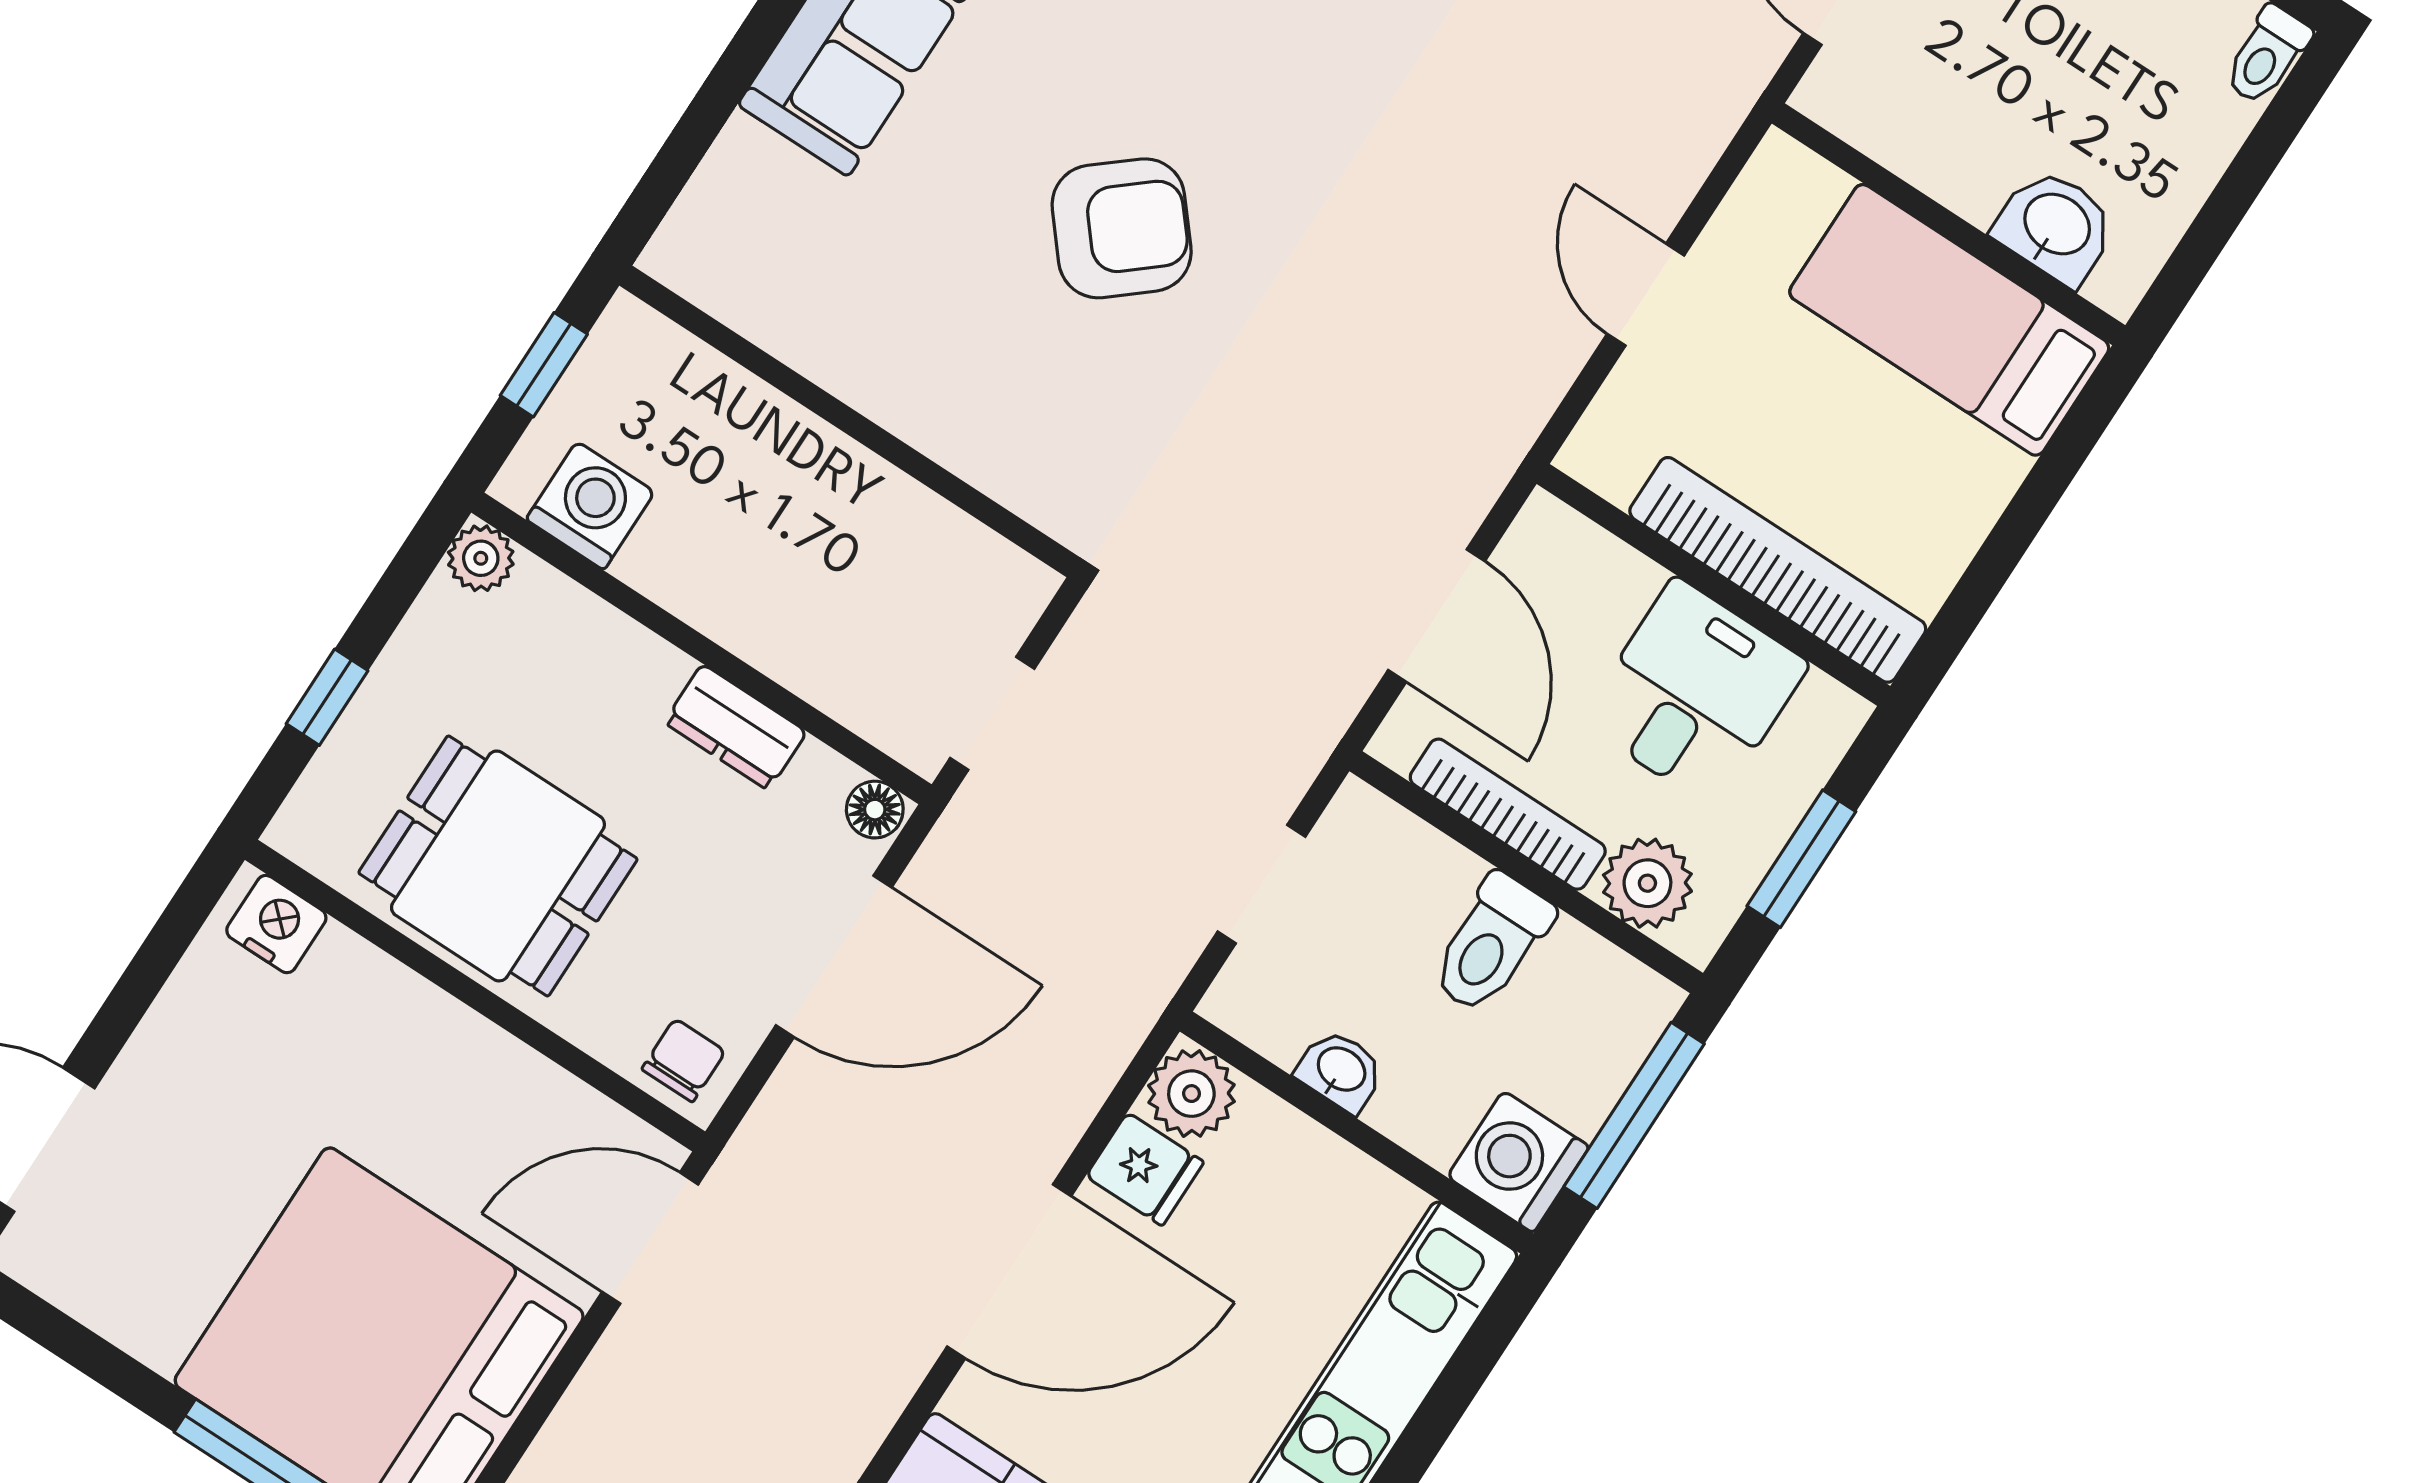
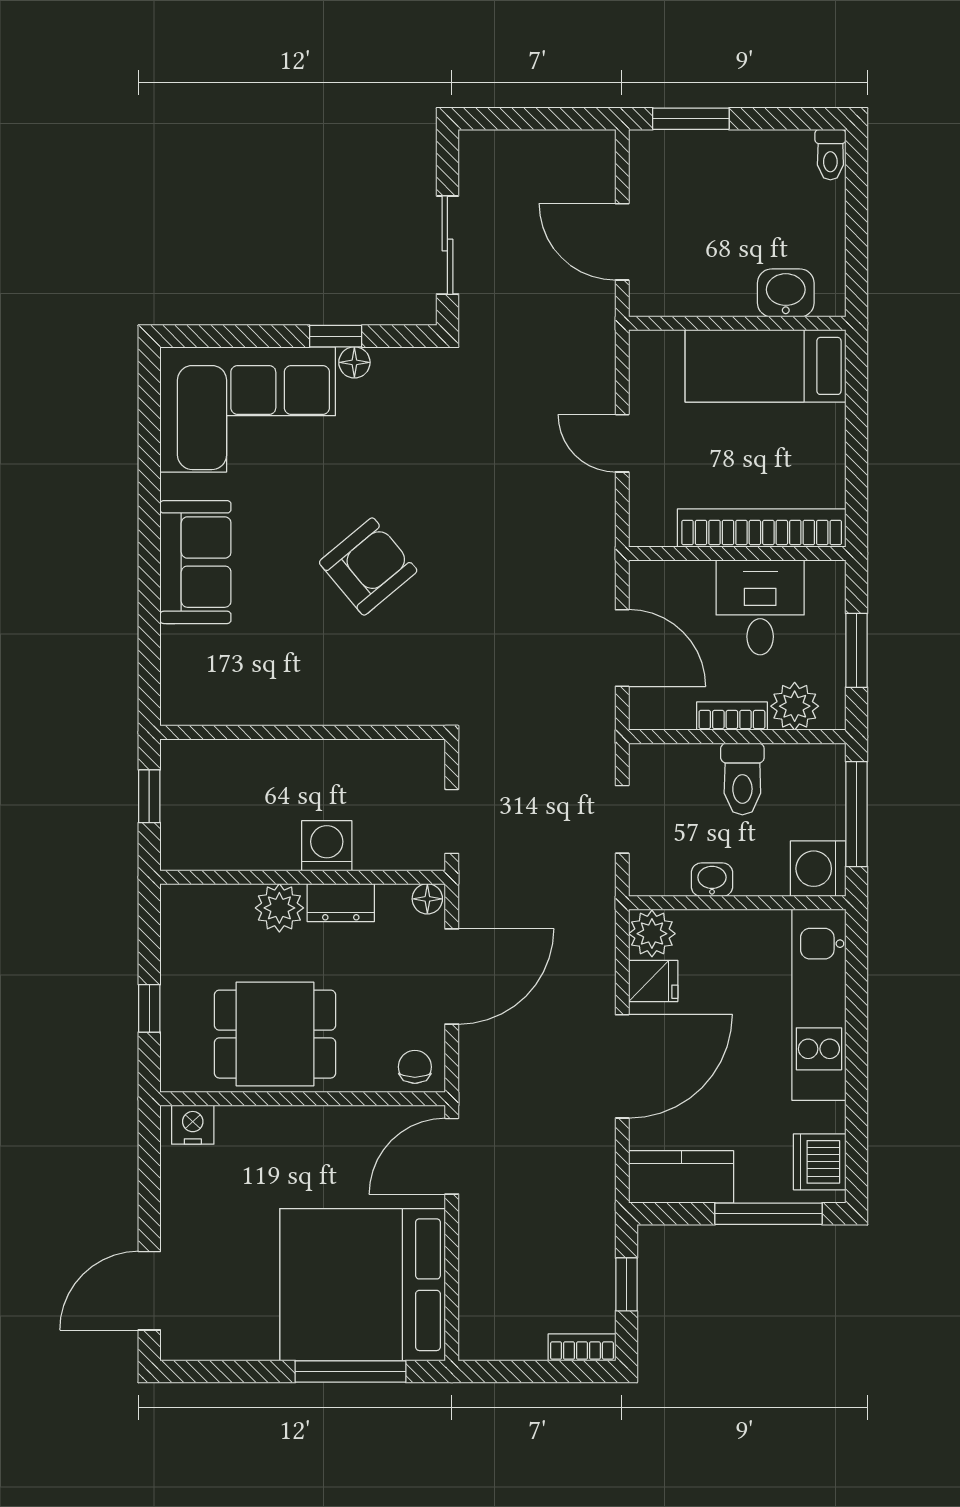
washing machine: (590, 506) -> (327, 846), moved
plant: (481, 558) -> (279, 908), moved, width x1.38, depth x1.38
bookcase: (1508, 814) -> (732, 716), width x0.64

